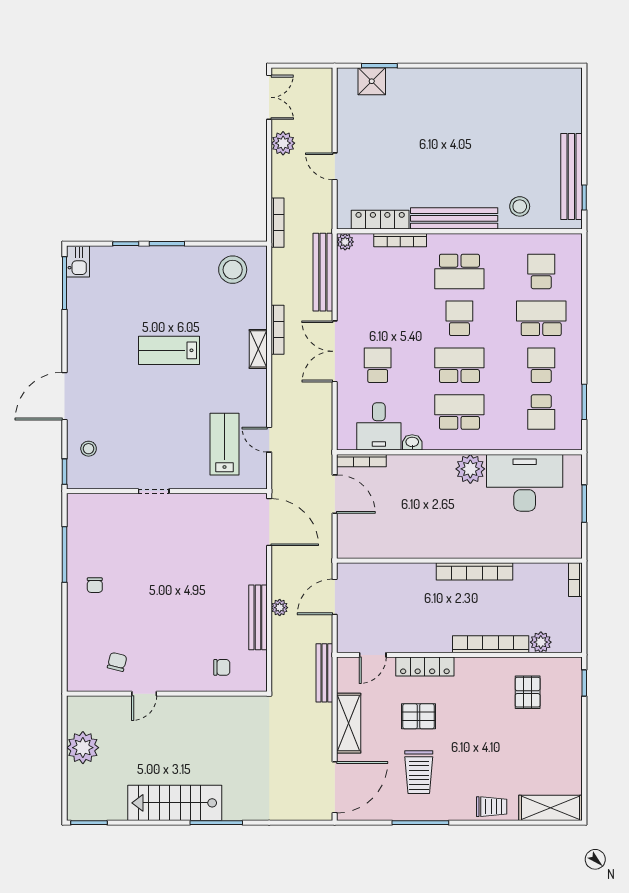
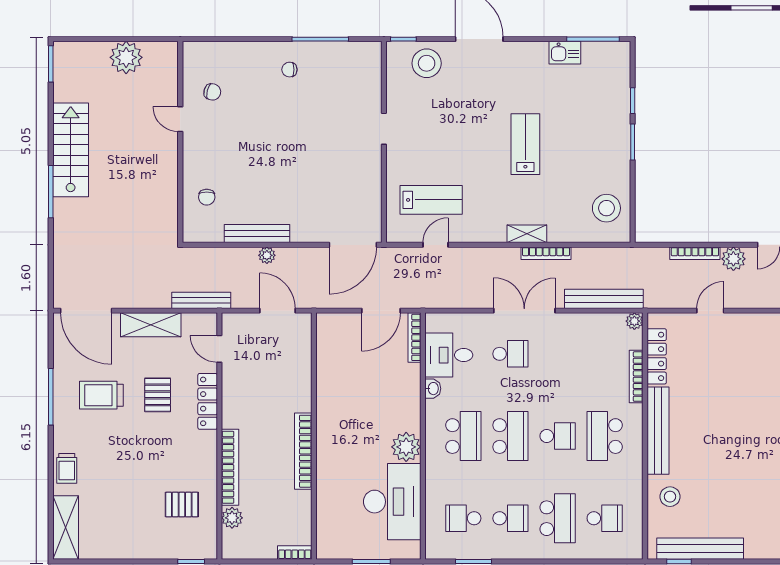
bookcase: (278, 223) -> (695, 253), moved
kitchen sink: (78, 261) -> (565, 53), moved
stool: (89, 449) -> (427, 63), width x1.89, depth x1.89

